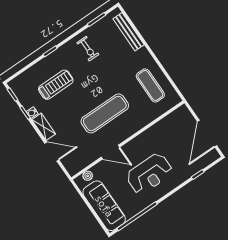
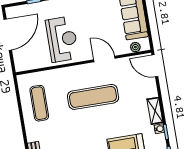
door: (52, 152) -> (155, 66), moved
reception desk: (149, 174) -> (62, 39), moved, turned 90

